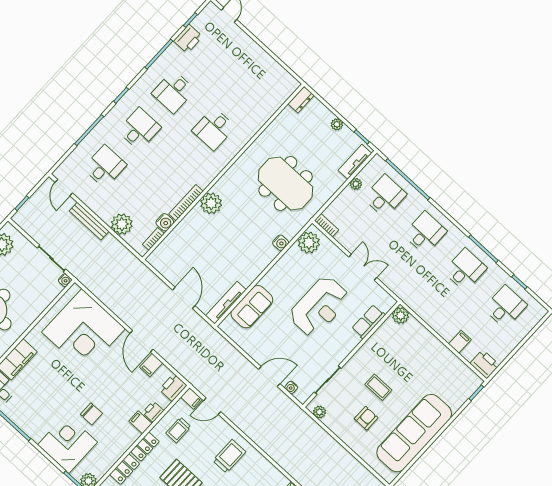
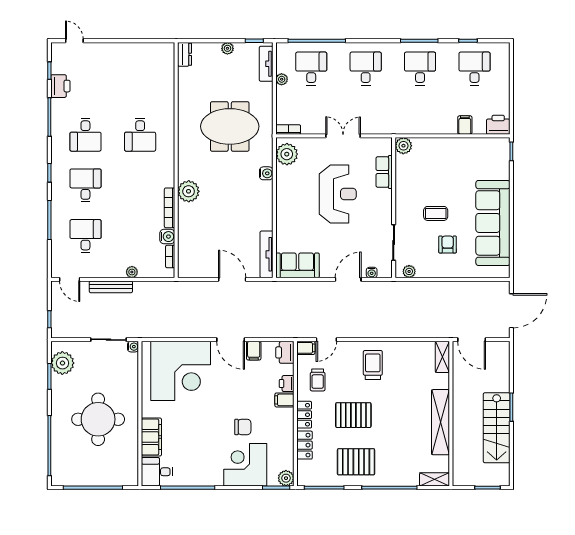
plant: (122, 224) -> (132, 272), width x0.53, depth x0.53
sofa: (252, 307) -> (297, 265), moved, turned -90

